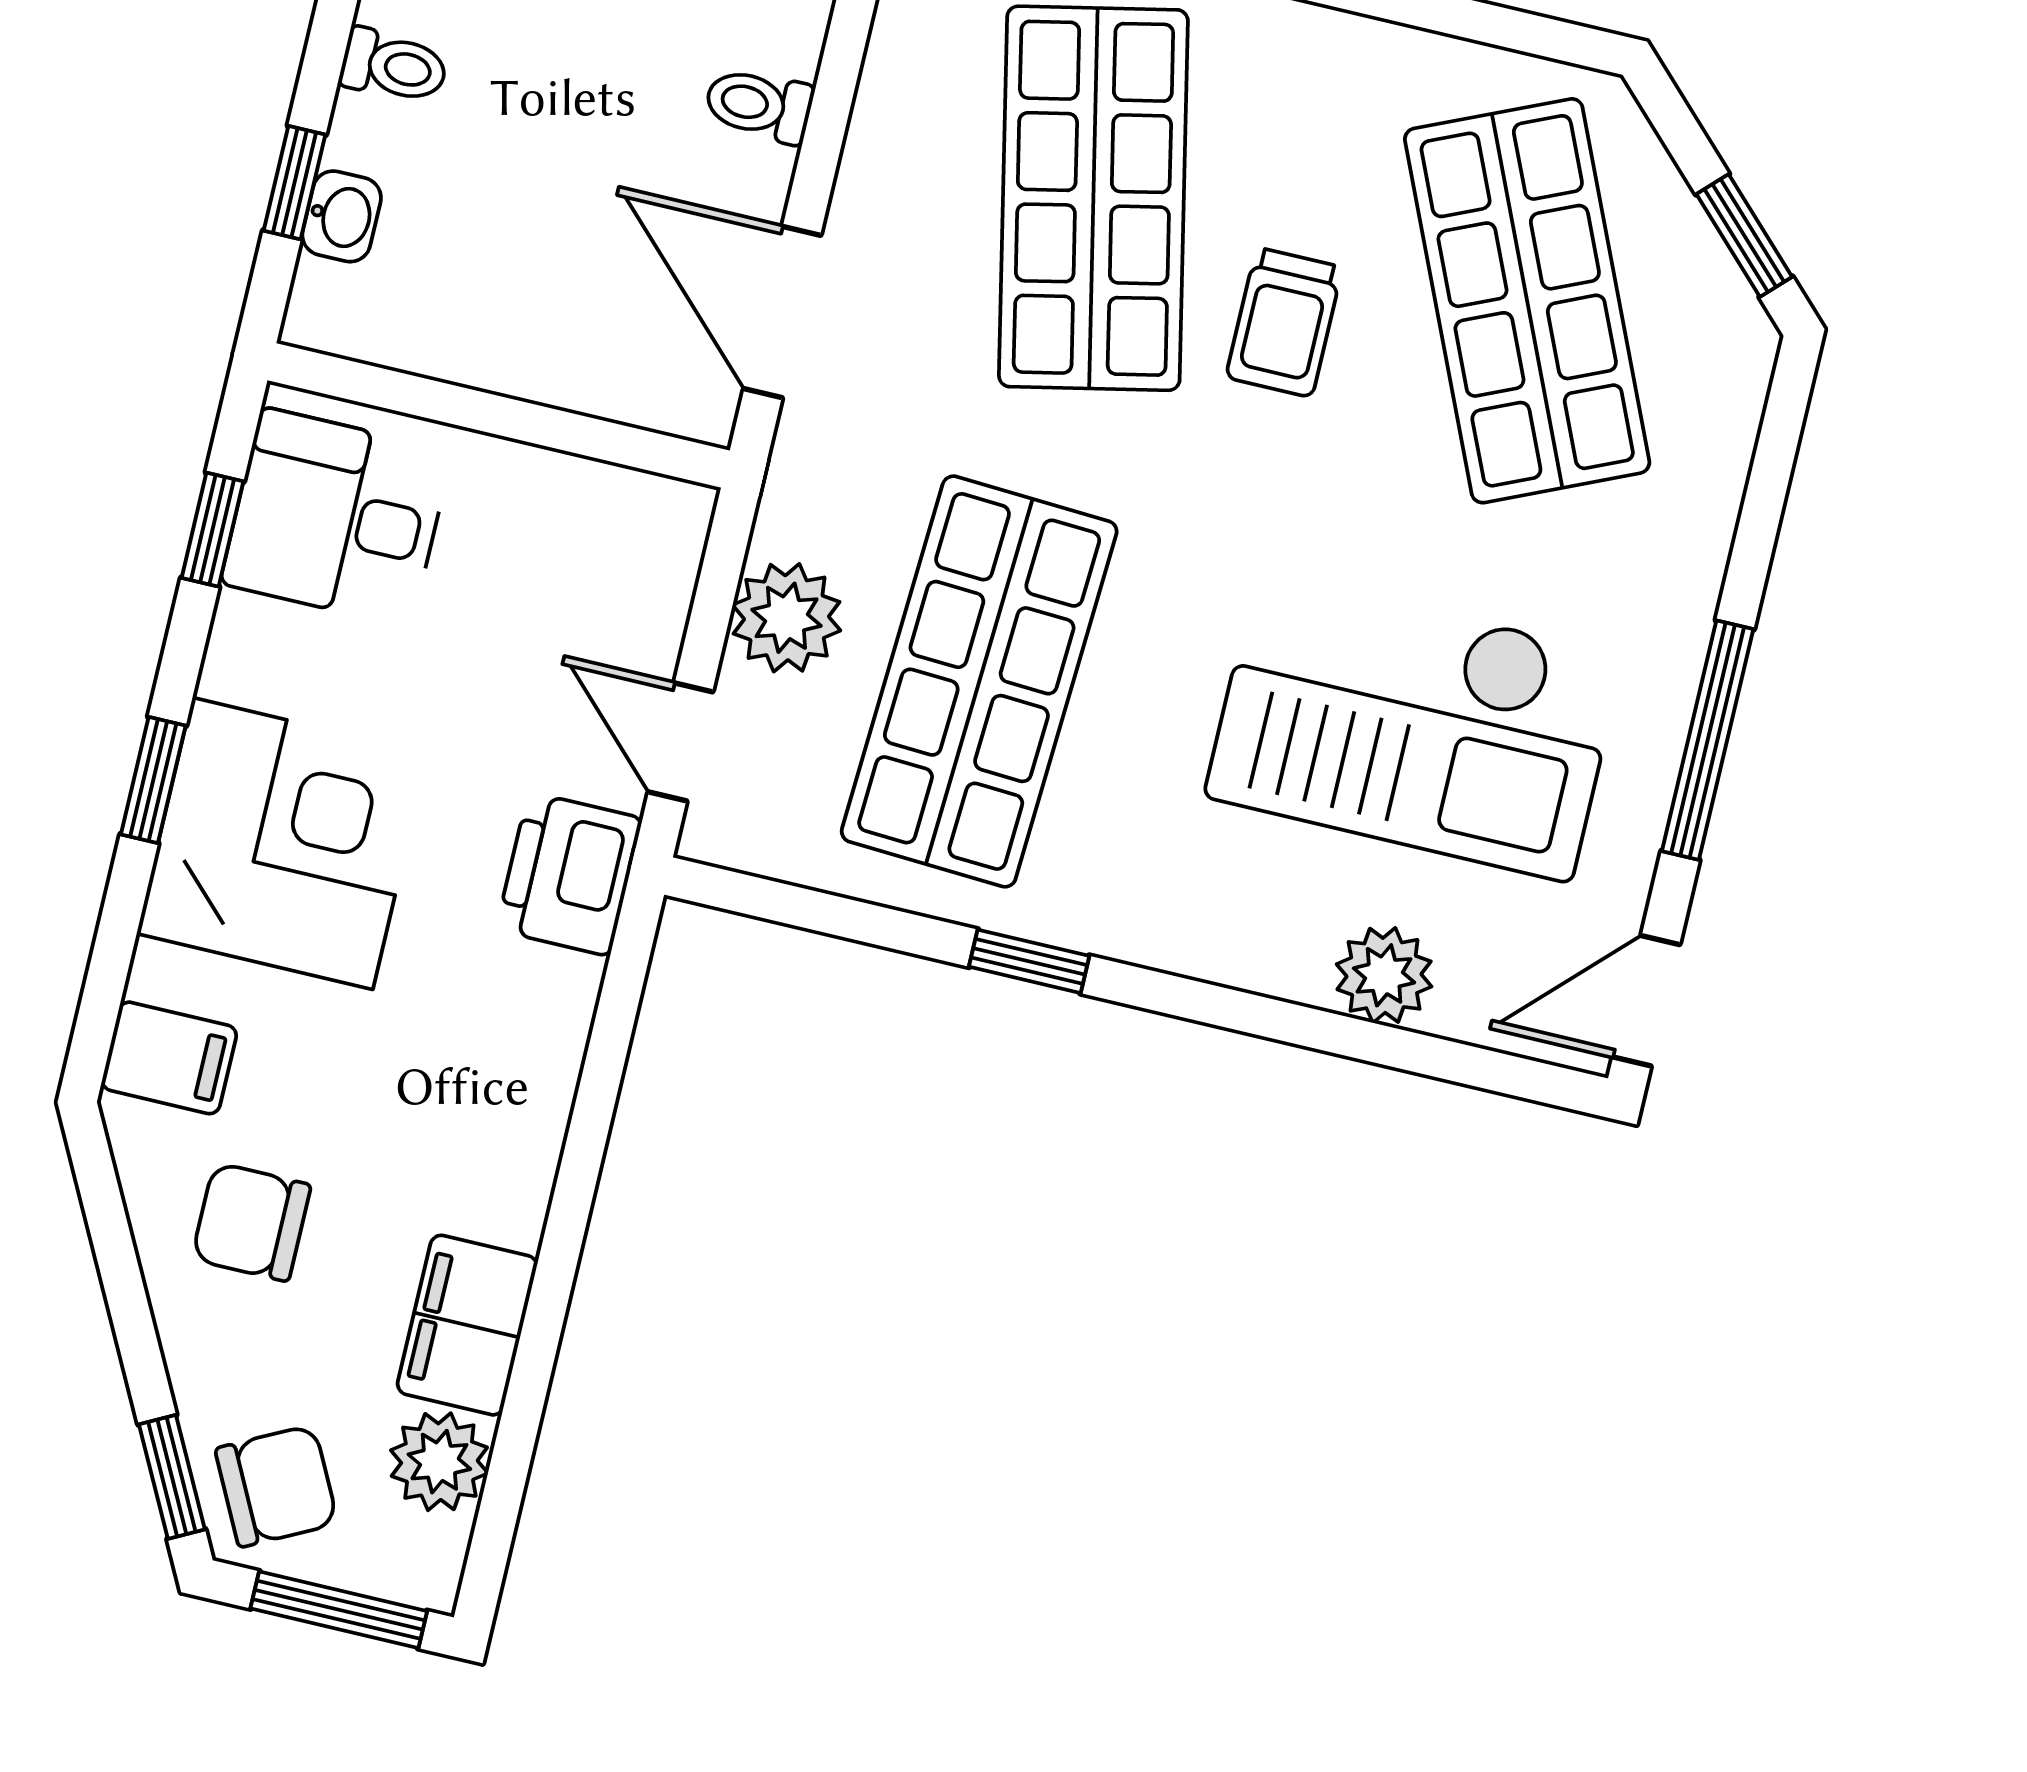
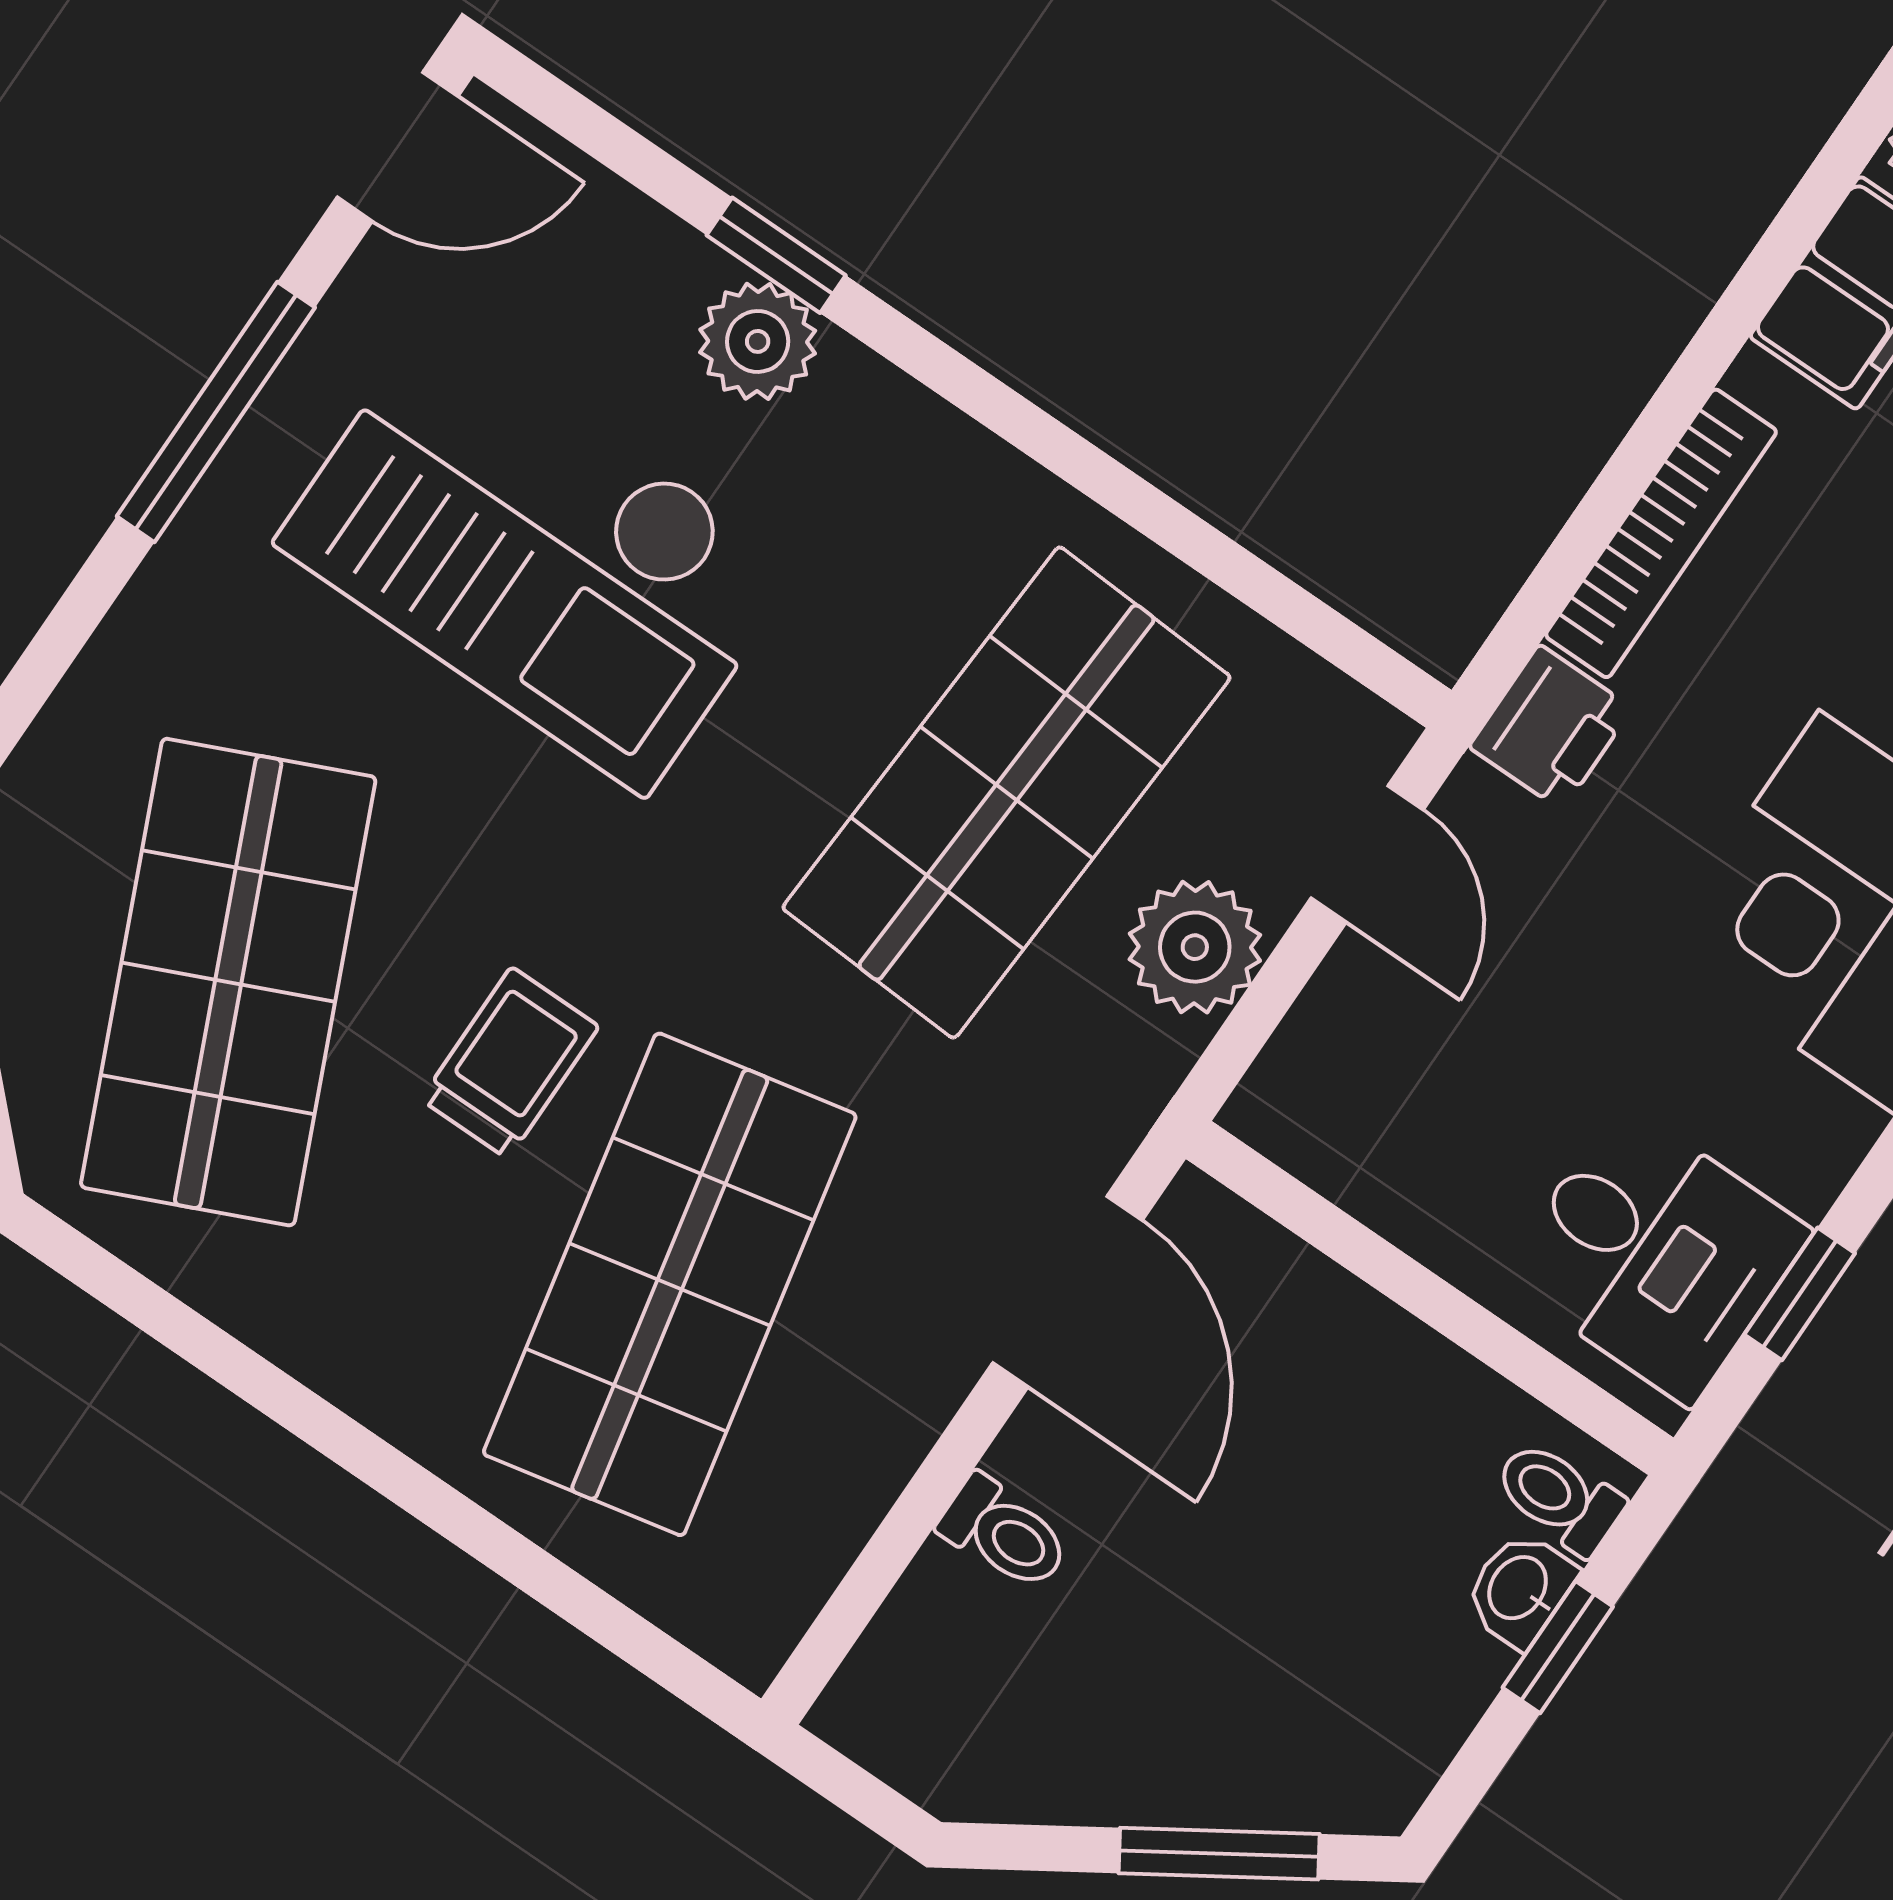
toilet: (394, 66) -> (1559, 1497), moved
checkout: (1414, 726) -> (538, 555), turned 180
printer: (569, 874) -> (1551, 727), width x0.73, depth x0.81
window: (1029, 961) -> (776, 255), moved
plant: (1384, 975) -> (758, 341), moved
bookcase: (548, 1079) -> (1661, 533), added

